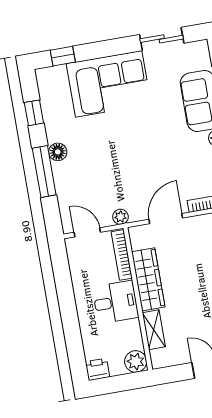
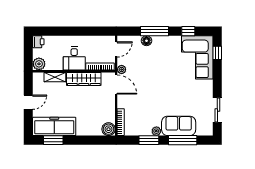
corner sofa: (109, 84) -> (197, 57), moved
floor lamp: (58, 152) -> (146, 41), moved
door: (166, 219) -> (116, 85), moved

